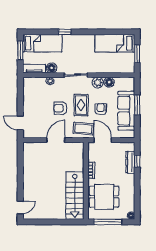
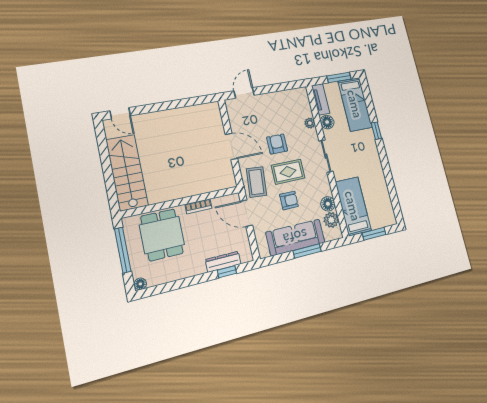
bed: (115, 43) -> (353, 206), moved
plant: (98, 83) -> (331, 220), moved
door: (103, 140) -> (246, 213), swing flipped
stairs: (75, 196) -> (127, 173), moved, turned 90

